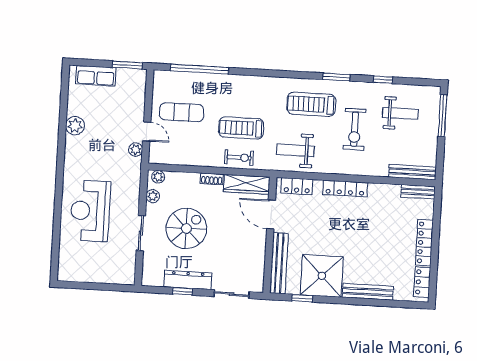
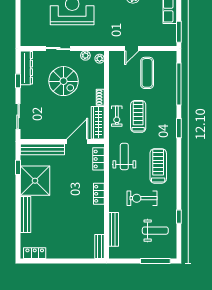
window: (336, 77) -> (179, 128), moved
weight bench: (400, 113) -> (155, 231), turned -90
plant: (136, 150) -> (118, 41), removed
bench: (413, 172) -> (114, 229), moved
locker: (345, 189) -> (99, 194), width x0.66
locker: (424, 243) -> (63, 253), removed
dresser: (188, 280) -> (26, 68), moved

